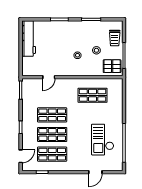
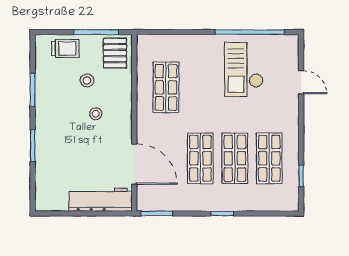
workbench: (29, 38) -> (101, 200), moved
door: (49, 77) -> (134, 164), width x1.88
checkout: (103, 140) -> (244, 70), turned 90
door: (21, 156) -> (273, 214), removed

